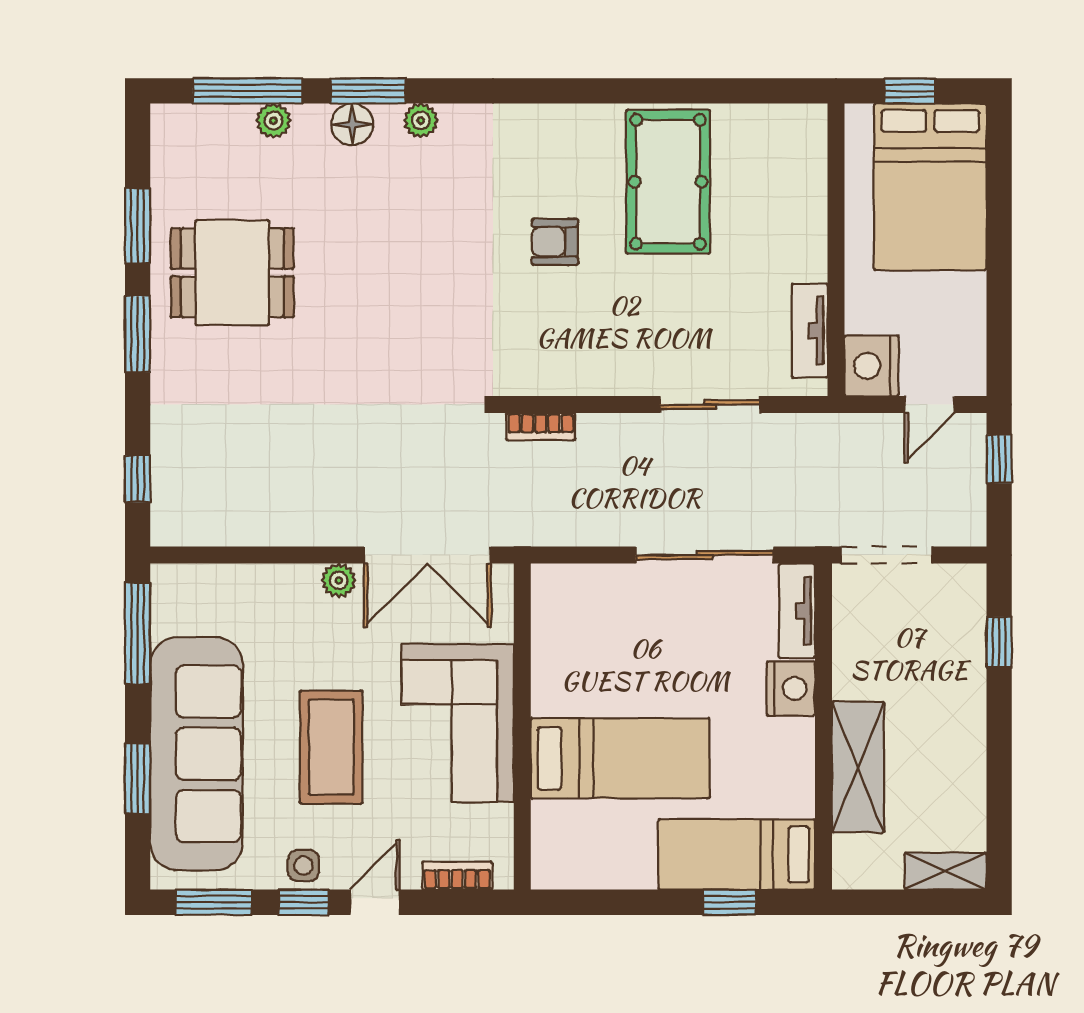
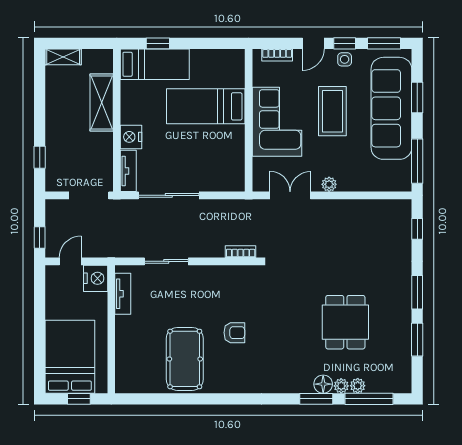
plant: (421, 120) -> (341, 386), moved
dining table: (232, 273) -> (345, 322), moved, turned 90
double door: (427, 555) -> (290, 195), width x0.73

